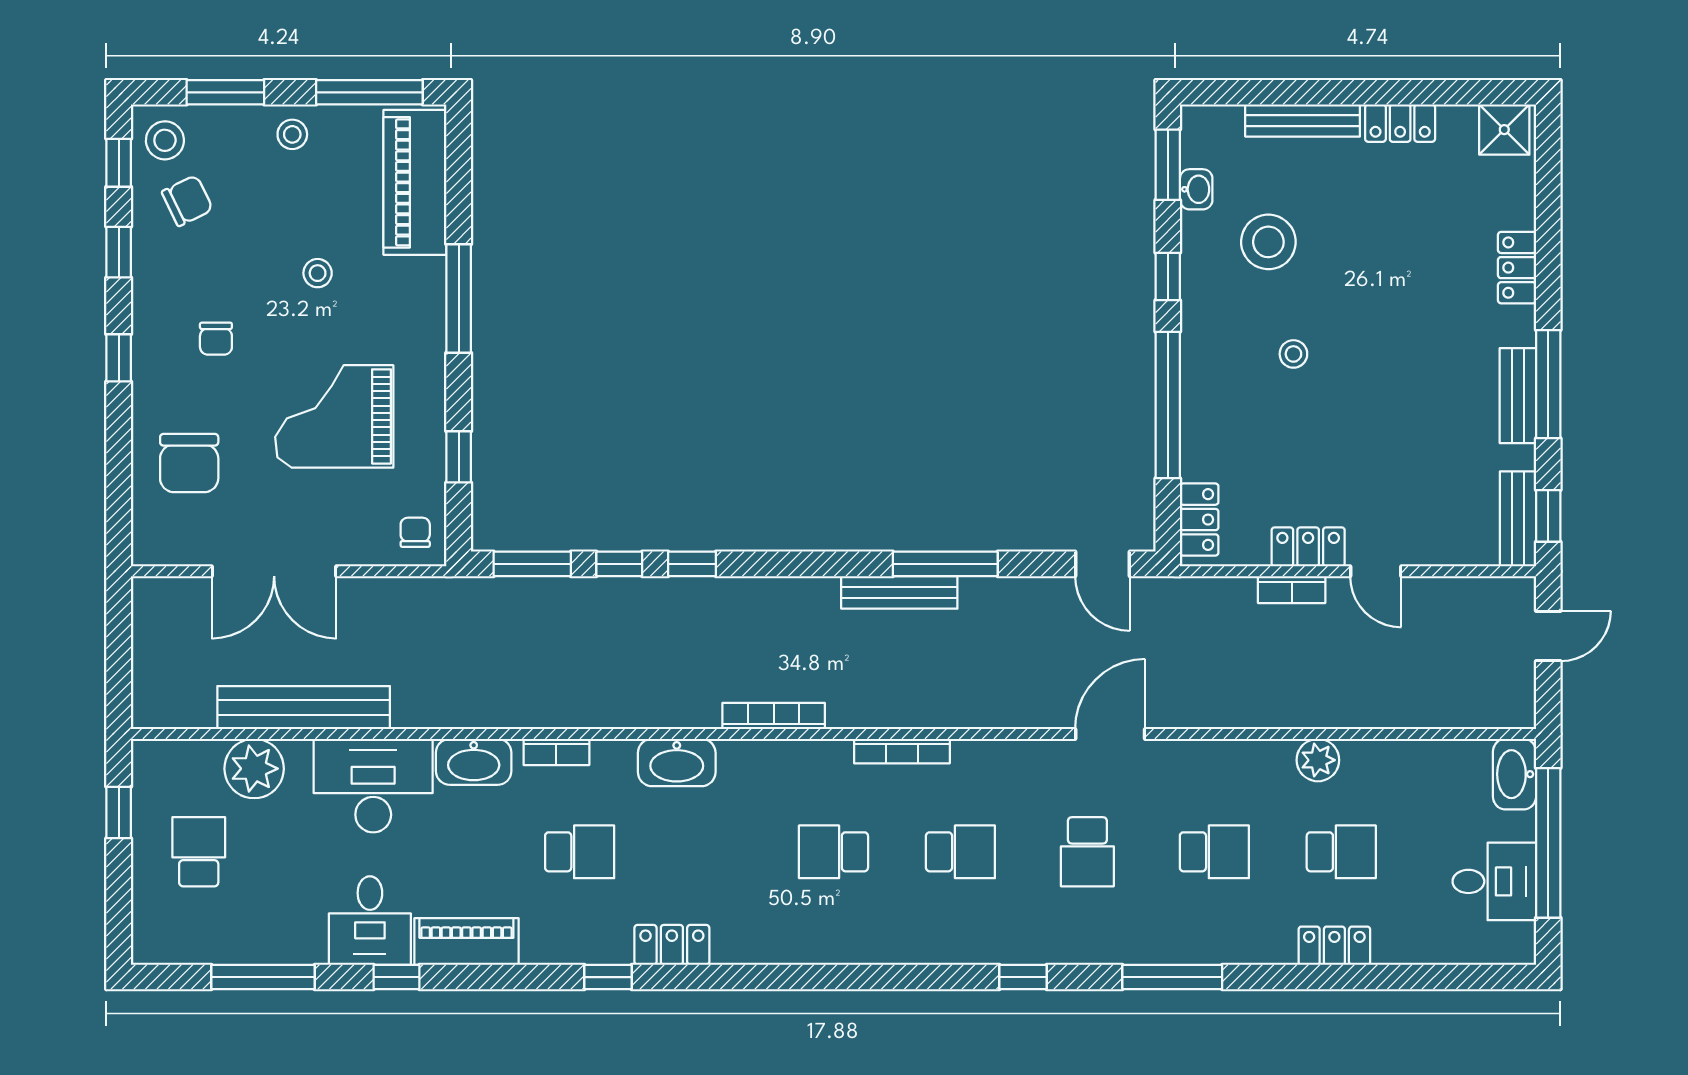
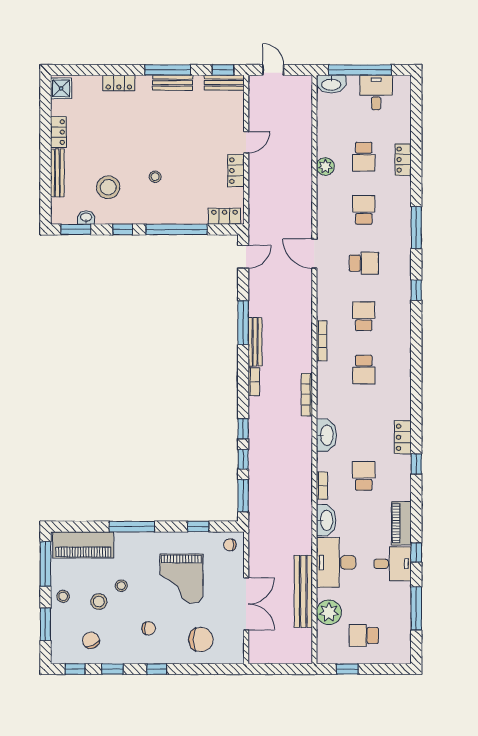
stool: (165, 140) -> (99, 602), moved
bookcase: (1292, 590) -> (254, 382), moved
school desk: (1341, 852) -> (364, 157), turned 180

